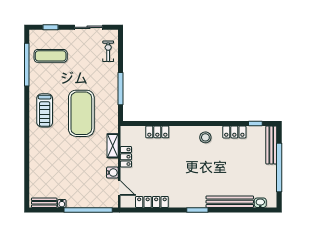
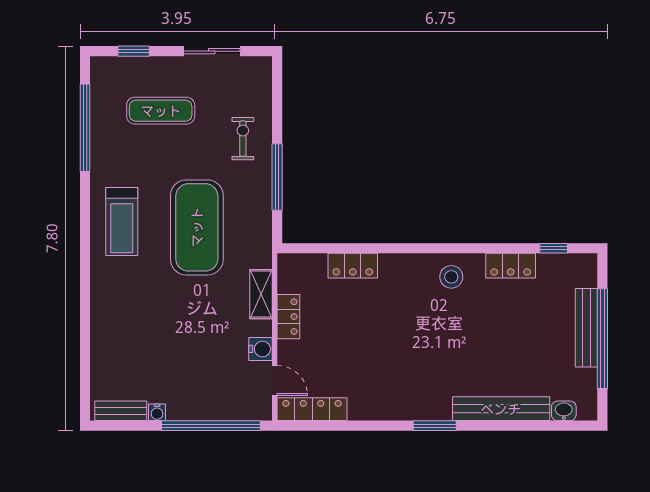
exercise bike: (108, 51) -> (243, 139), moved
exercise mat: (51, 56) -> (161, 111), moved
bench: (271, 145) -> (586, 328), moved
locker: (152, 202) -> (312, 409), moved

